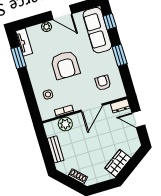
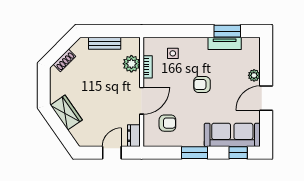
tv unit: (24, 42) -> (225, 43), moved
armchair: (65, 65) -> (202, 84), width x0.53, depth x0.53
door: (92, 108) -> (142, 101), swing flipped

